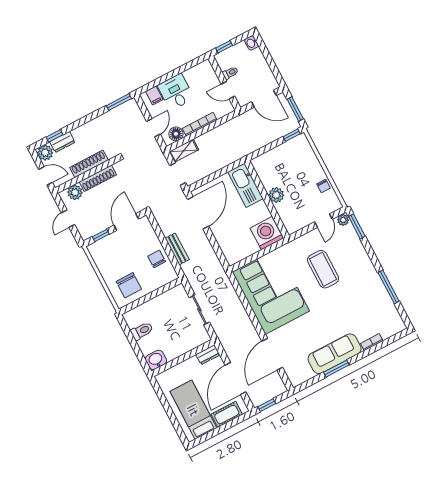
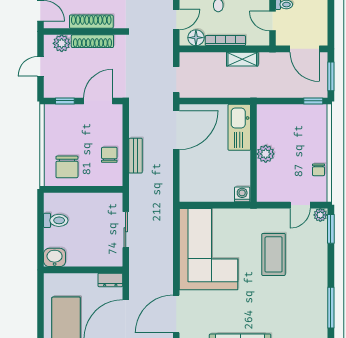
shelving: (184, 151) -> (242, 59), moved
washing machine: (267, 233) -> (242, 194), width x0.53, depth x0.53

